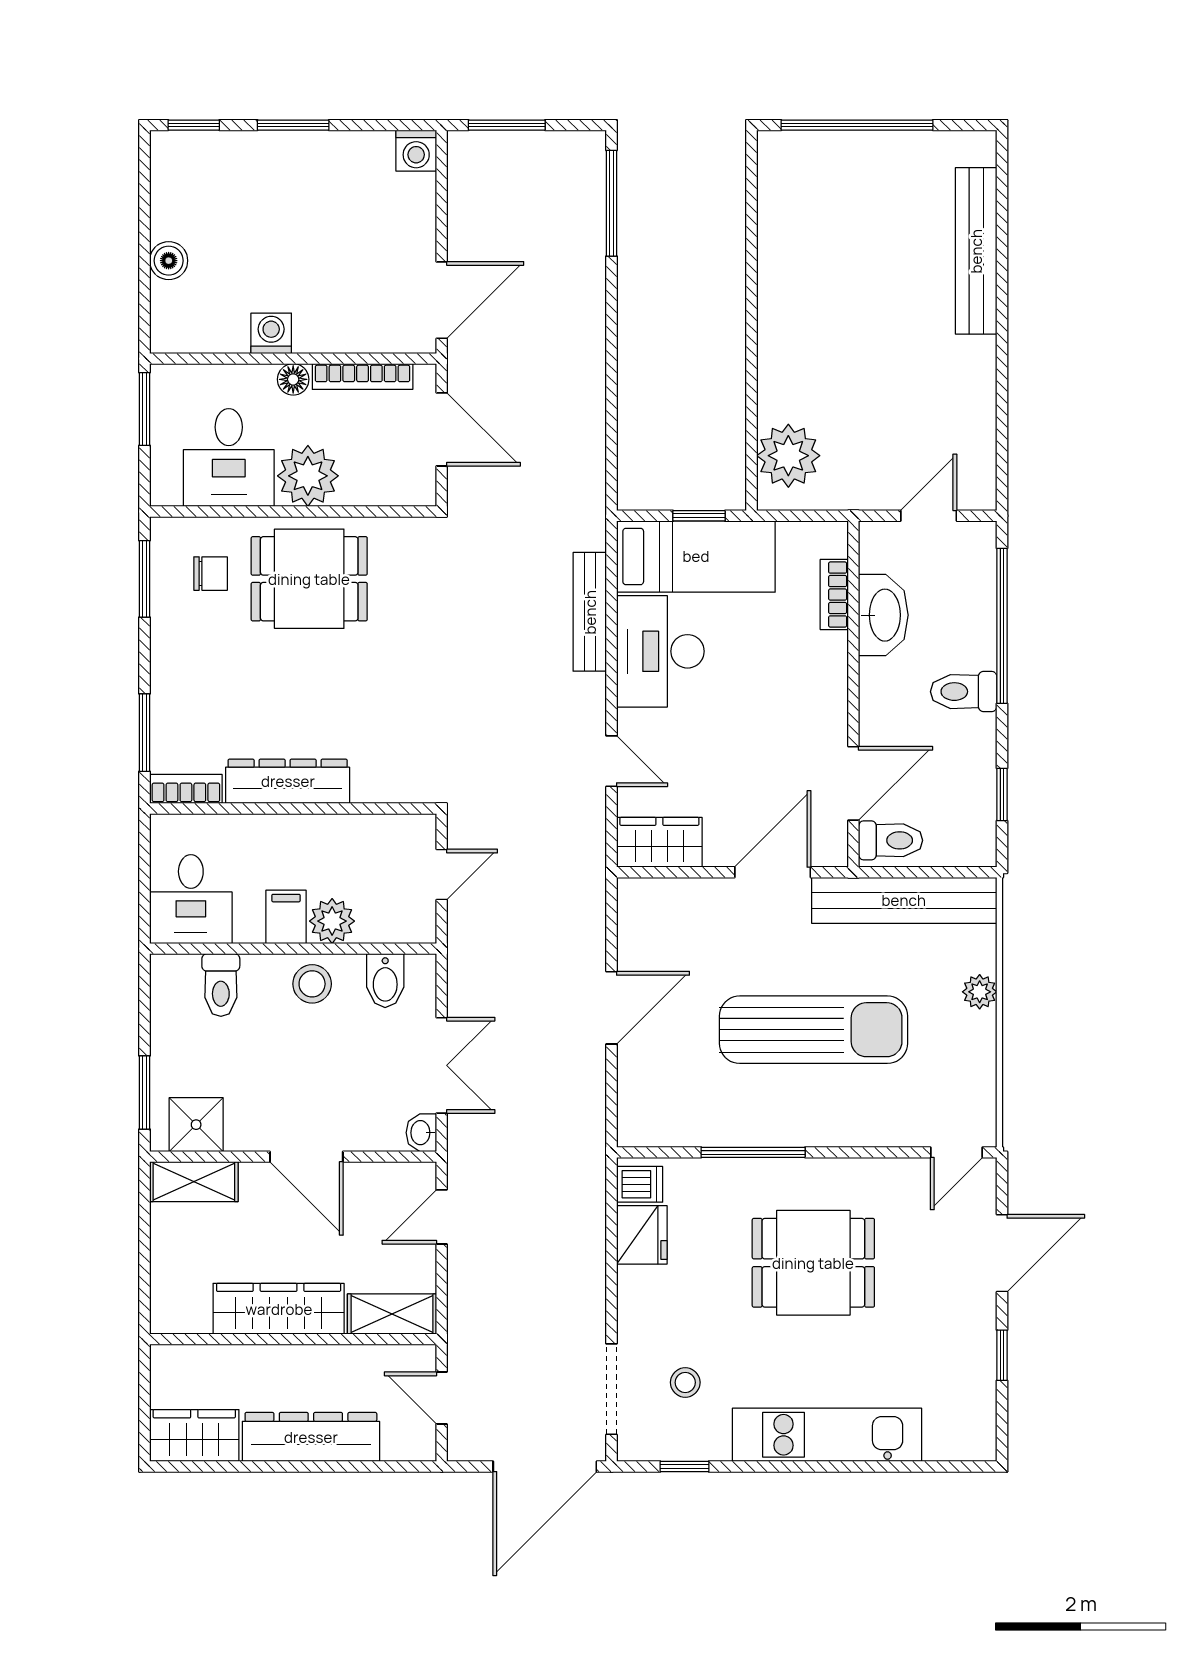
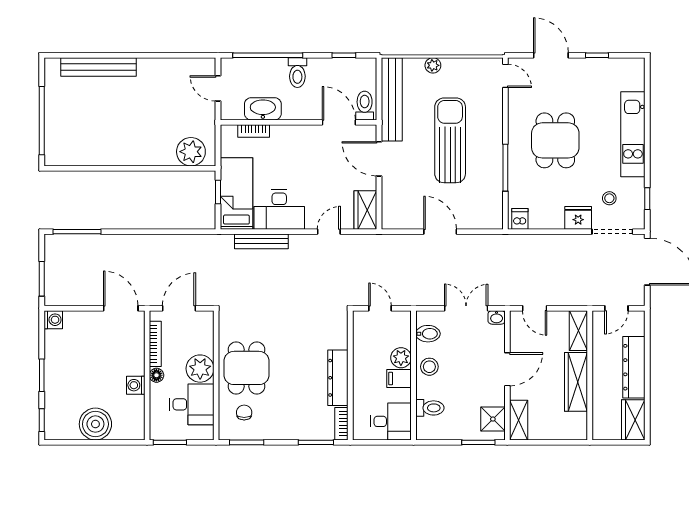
boiler: (169, 261) -> (95, 424), width x1.86, depth x1.86
fridge: (642, 1235) -> (578, 218), moved

